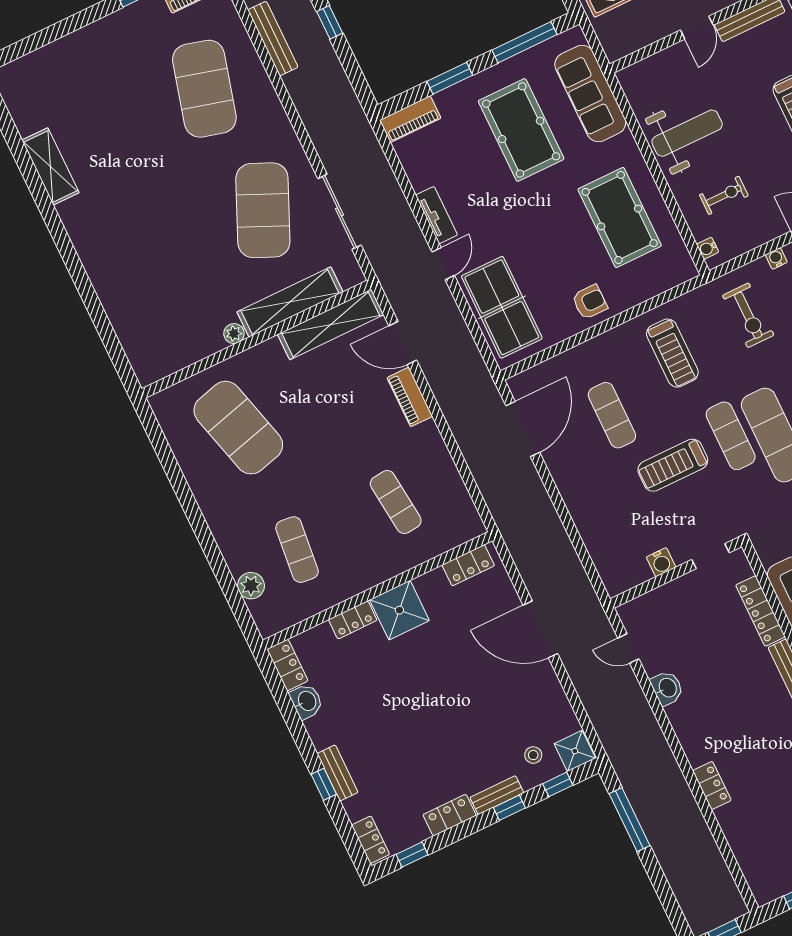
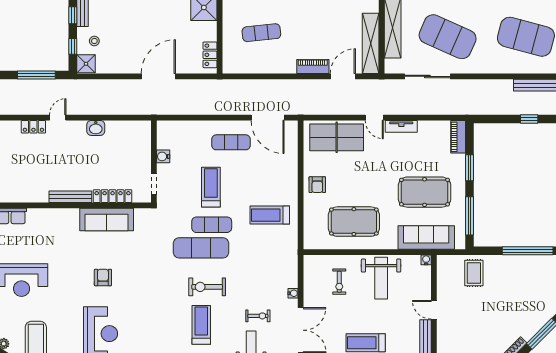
water cooler: (708, 248) -> (426, 260), moved
exercise bike: (748, 315) -> (270, 264), removed
exercise mat: (612, 415) -> (231, 142), moved
door: (628, 648) -> (58, 118), moved

